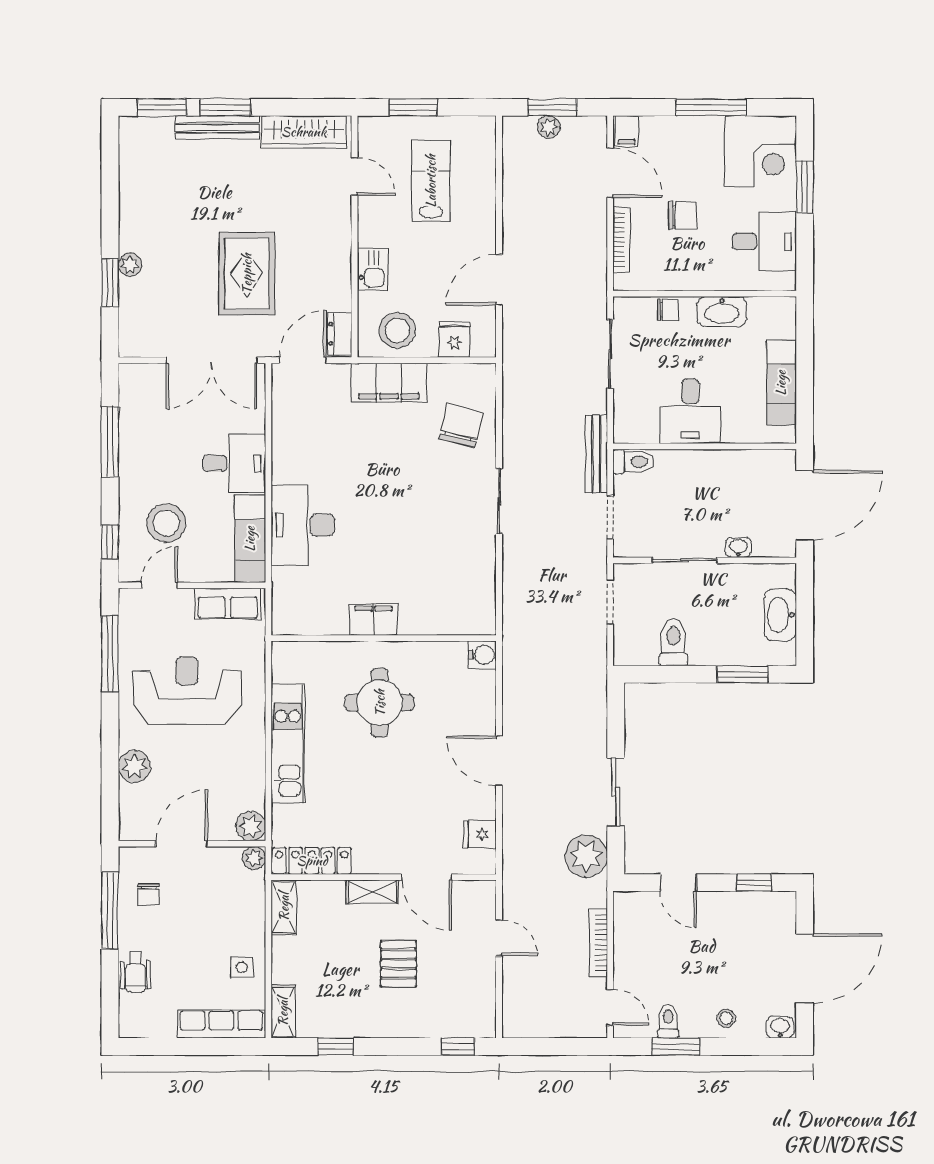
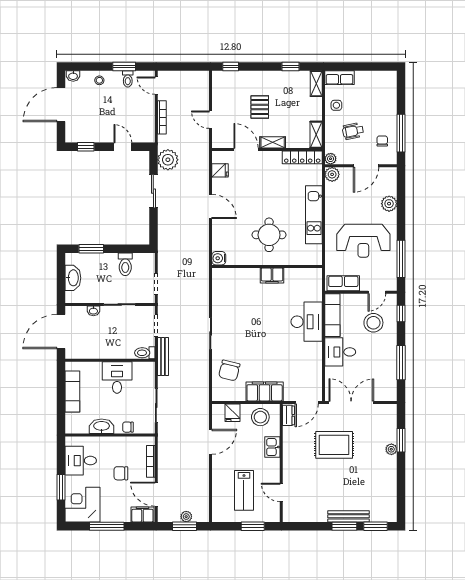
filing cabinet: (627, 131) -> (142, 515), width x2.00
wardrobe: (304, 132) -> (306, 514), removed
rug: (247, 274) -> (334, 445), turned 90
wheelchair: (136, 972) -> (353, 131), moved, turned -101
row of seats: (221, 1024) -> (339, 78), width x0.68

